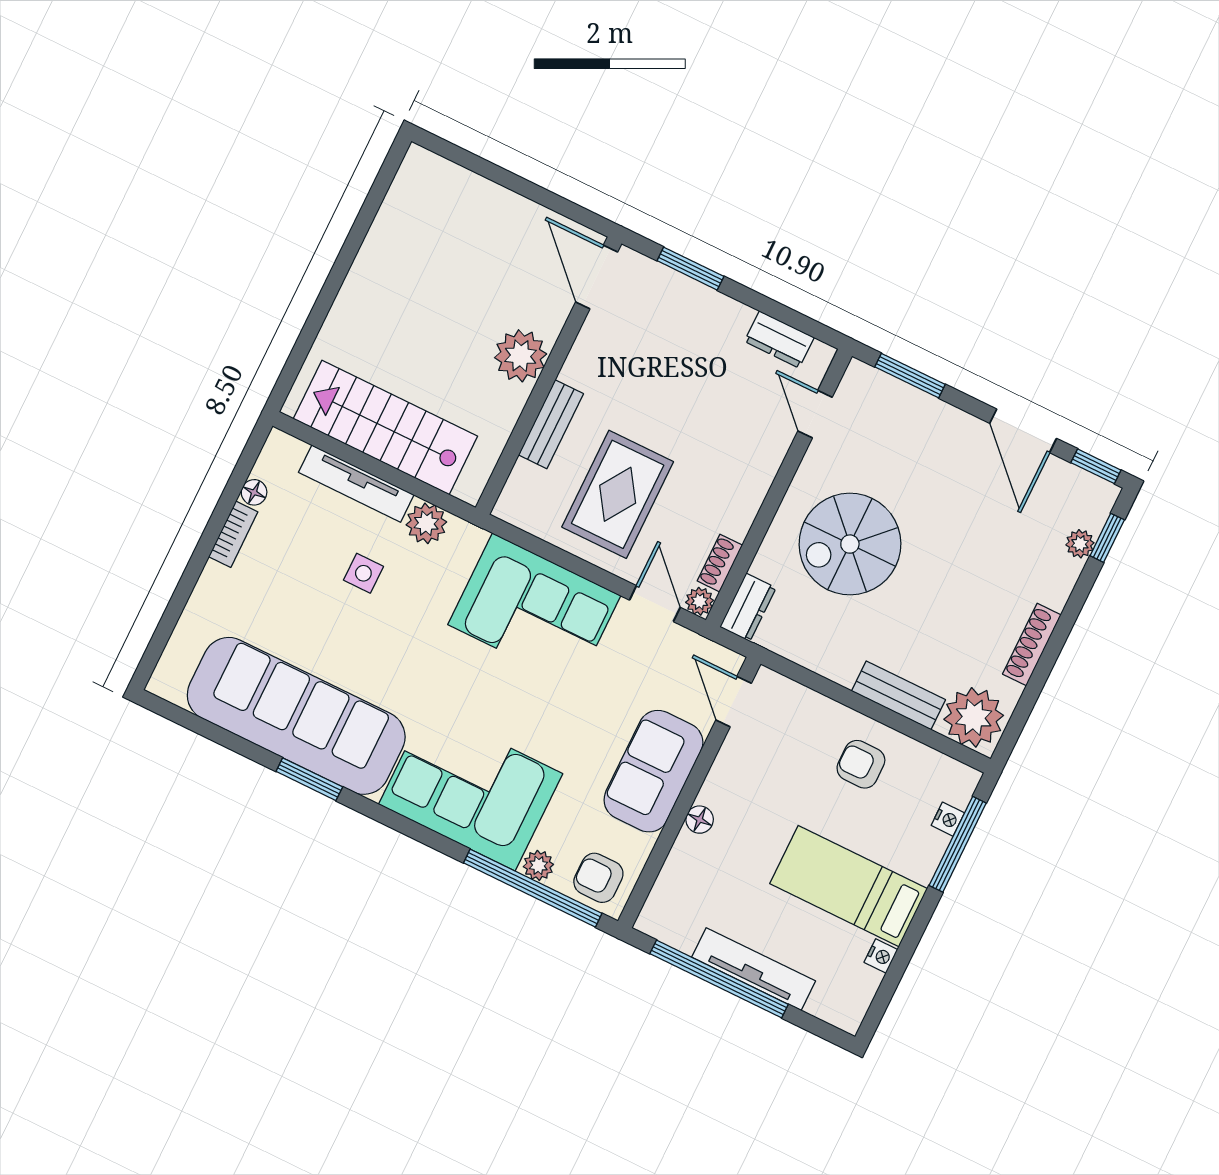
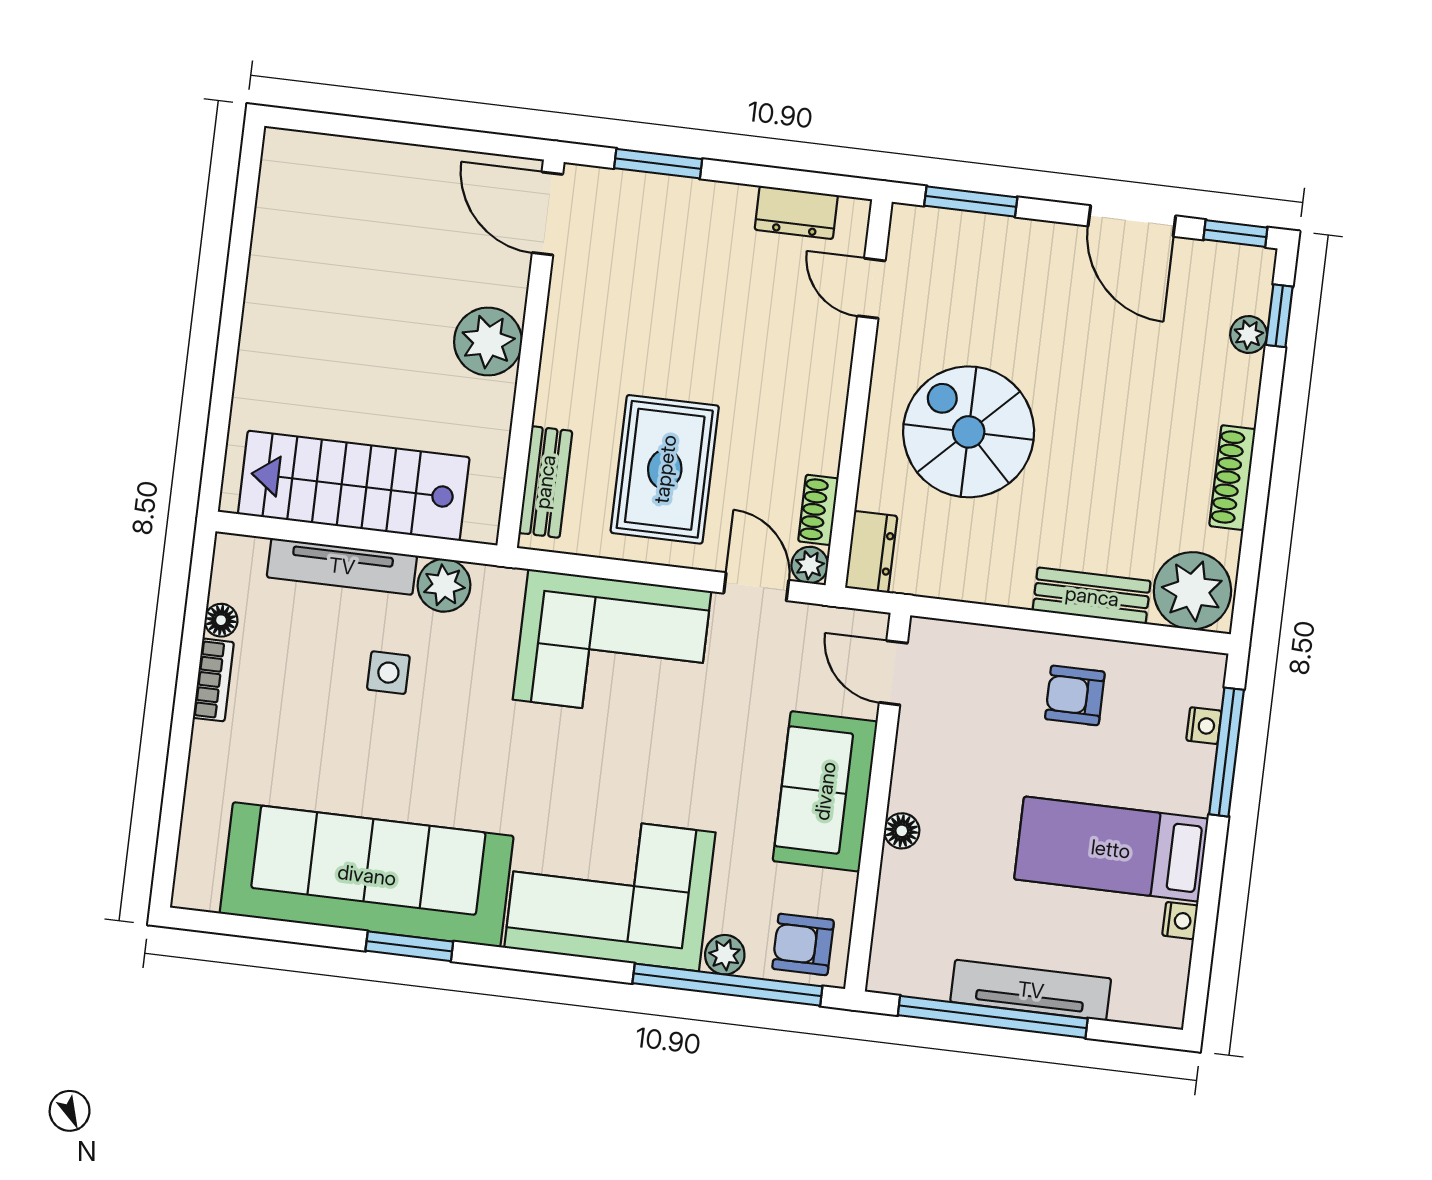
bench: (551, 424) -> (545, 482), moved
spiral stairs: (850, 544) -> (969, 432), turned 90

